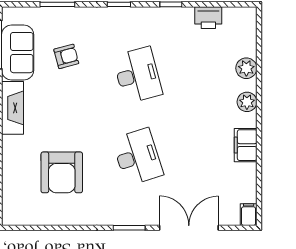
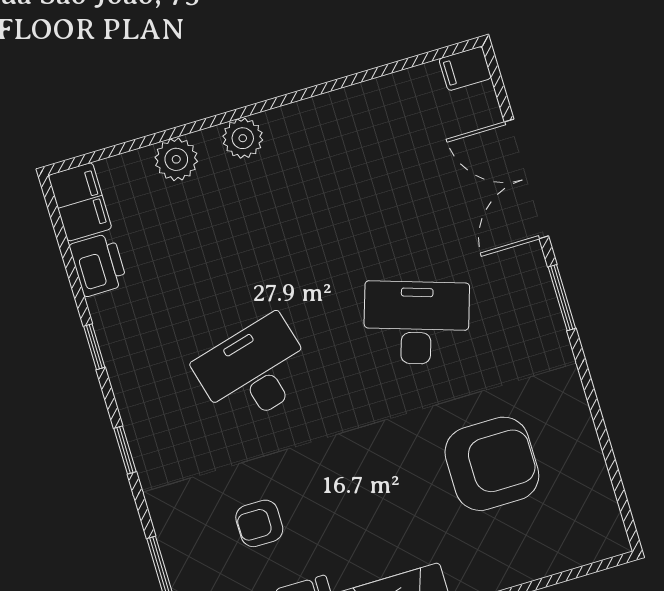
armchair: (66, 56) -> (259, 523), turned -75
filing cabinet: (246, 145) -> (80, 202), moved, turned -90
desk: (138, 157) -> (416, 323), turned 36

